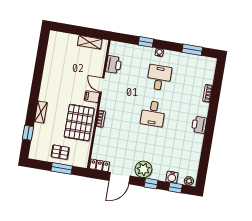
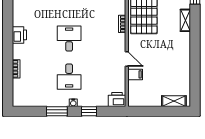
shelving: (90, 42) -> (174, 101), moved
window: (192, 50) -> (57, 111), moved
printer: (114, 65) -> (117, 99), moved, turned 90
filing cabinet: (92, 97) -> (135, 74), moved

